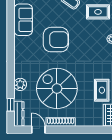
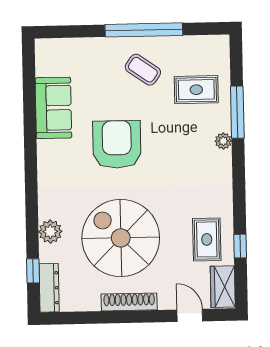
armchair: (56, 40) -> (117, 144), turned -90
door: (38, 130) -> (190, 315), moved

